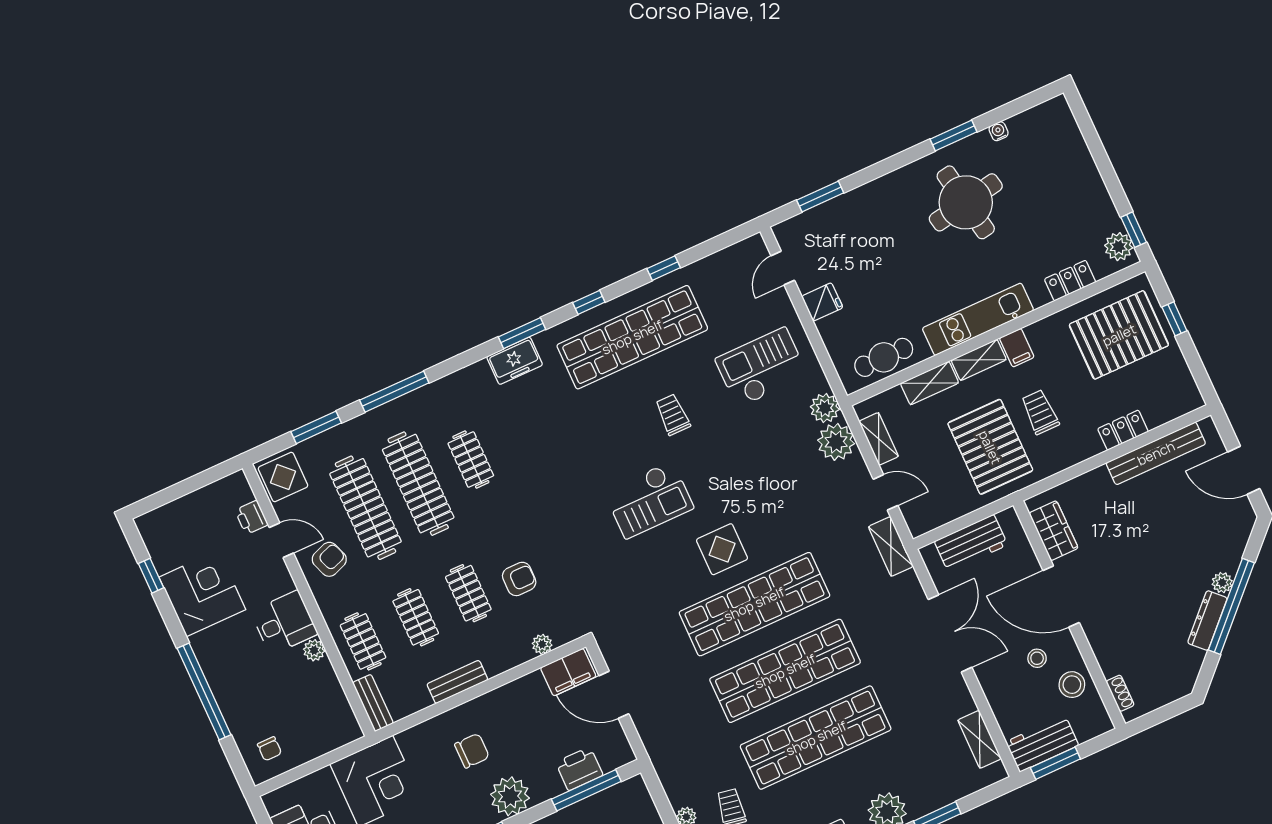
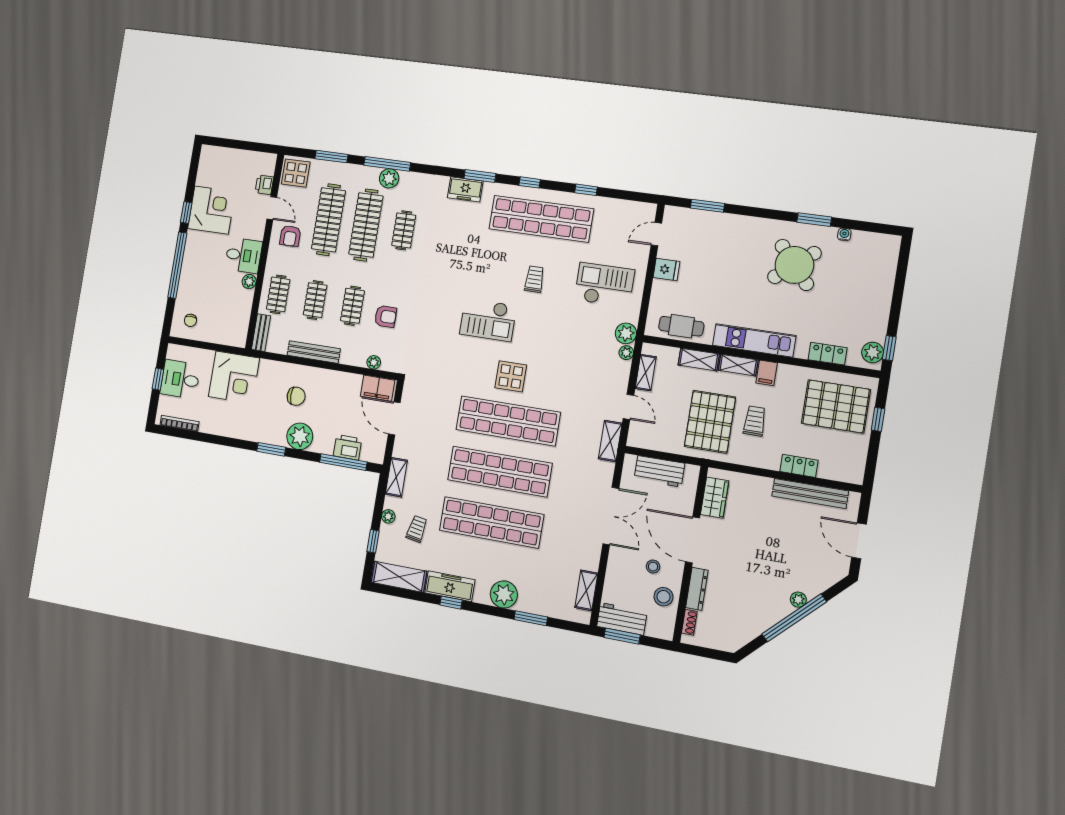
round table: (966, 202) -> (794, 265), turned -30
plant: (409, 408) -> (389, 178), added
plant: (836, 442) -> (626, 353), width x0.53, depth x0.53
armchair: (329, 559) -> (290, 236), turned 110
window: (151, 576) -> (186, 213), moved
dresser: (1207, 620) -> (697, 589), moved, turned 135
bench: (457, 682) -> (314, 352), width x1.36
shelving: (664, 763) -> (396, 477), added

